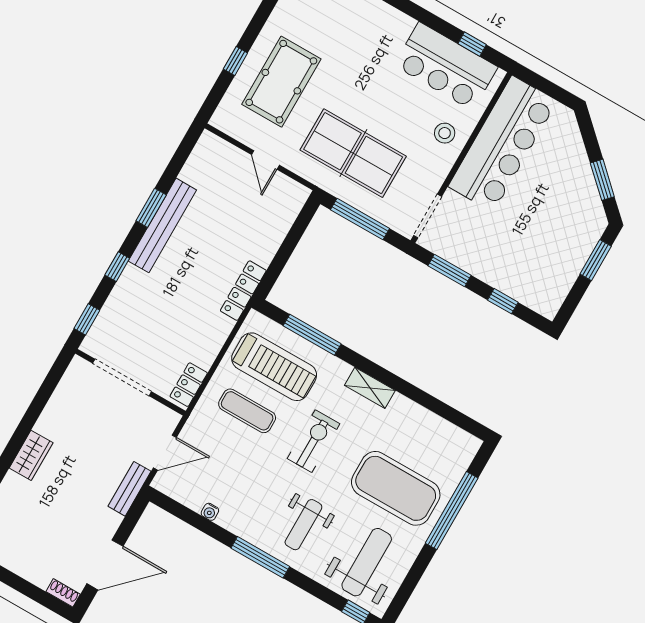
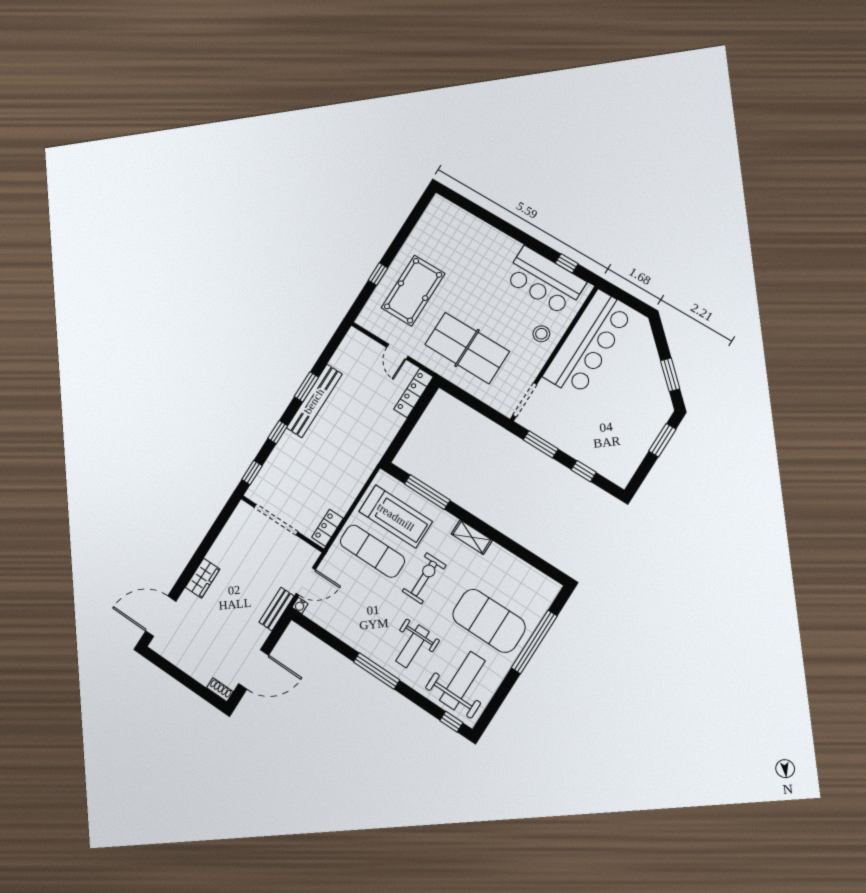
window: (360, 219) -> (470, 401), removed
locker: (243, 291) -> (414, 393), moved
exercise mat: (247, 411) -> (372, 551), width x1.36, depth x1.45
water cooler: (210, 512) -> (300, 605), moved

